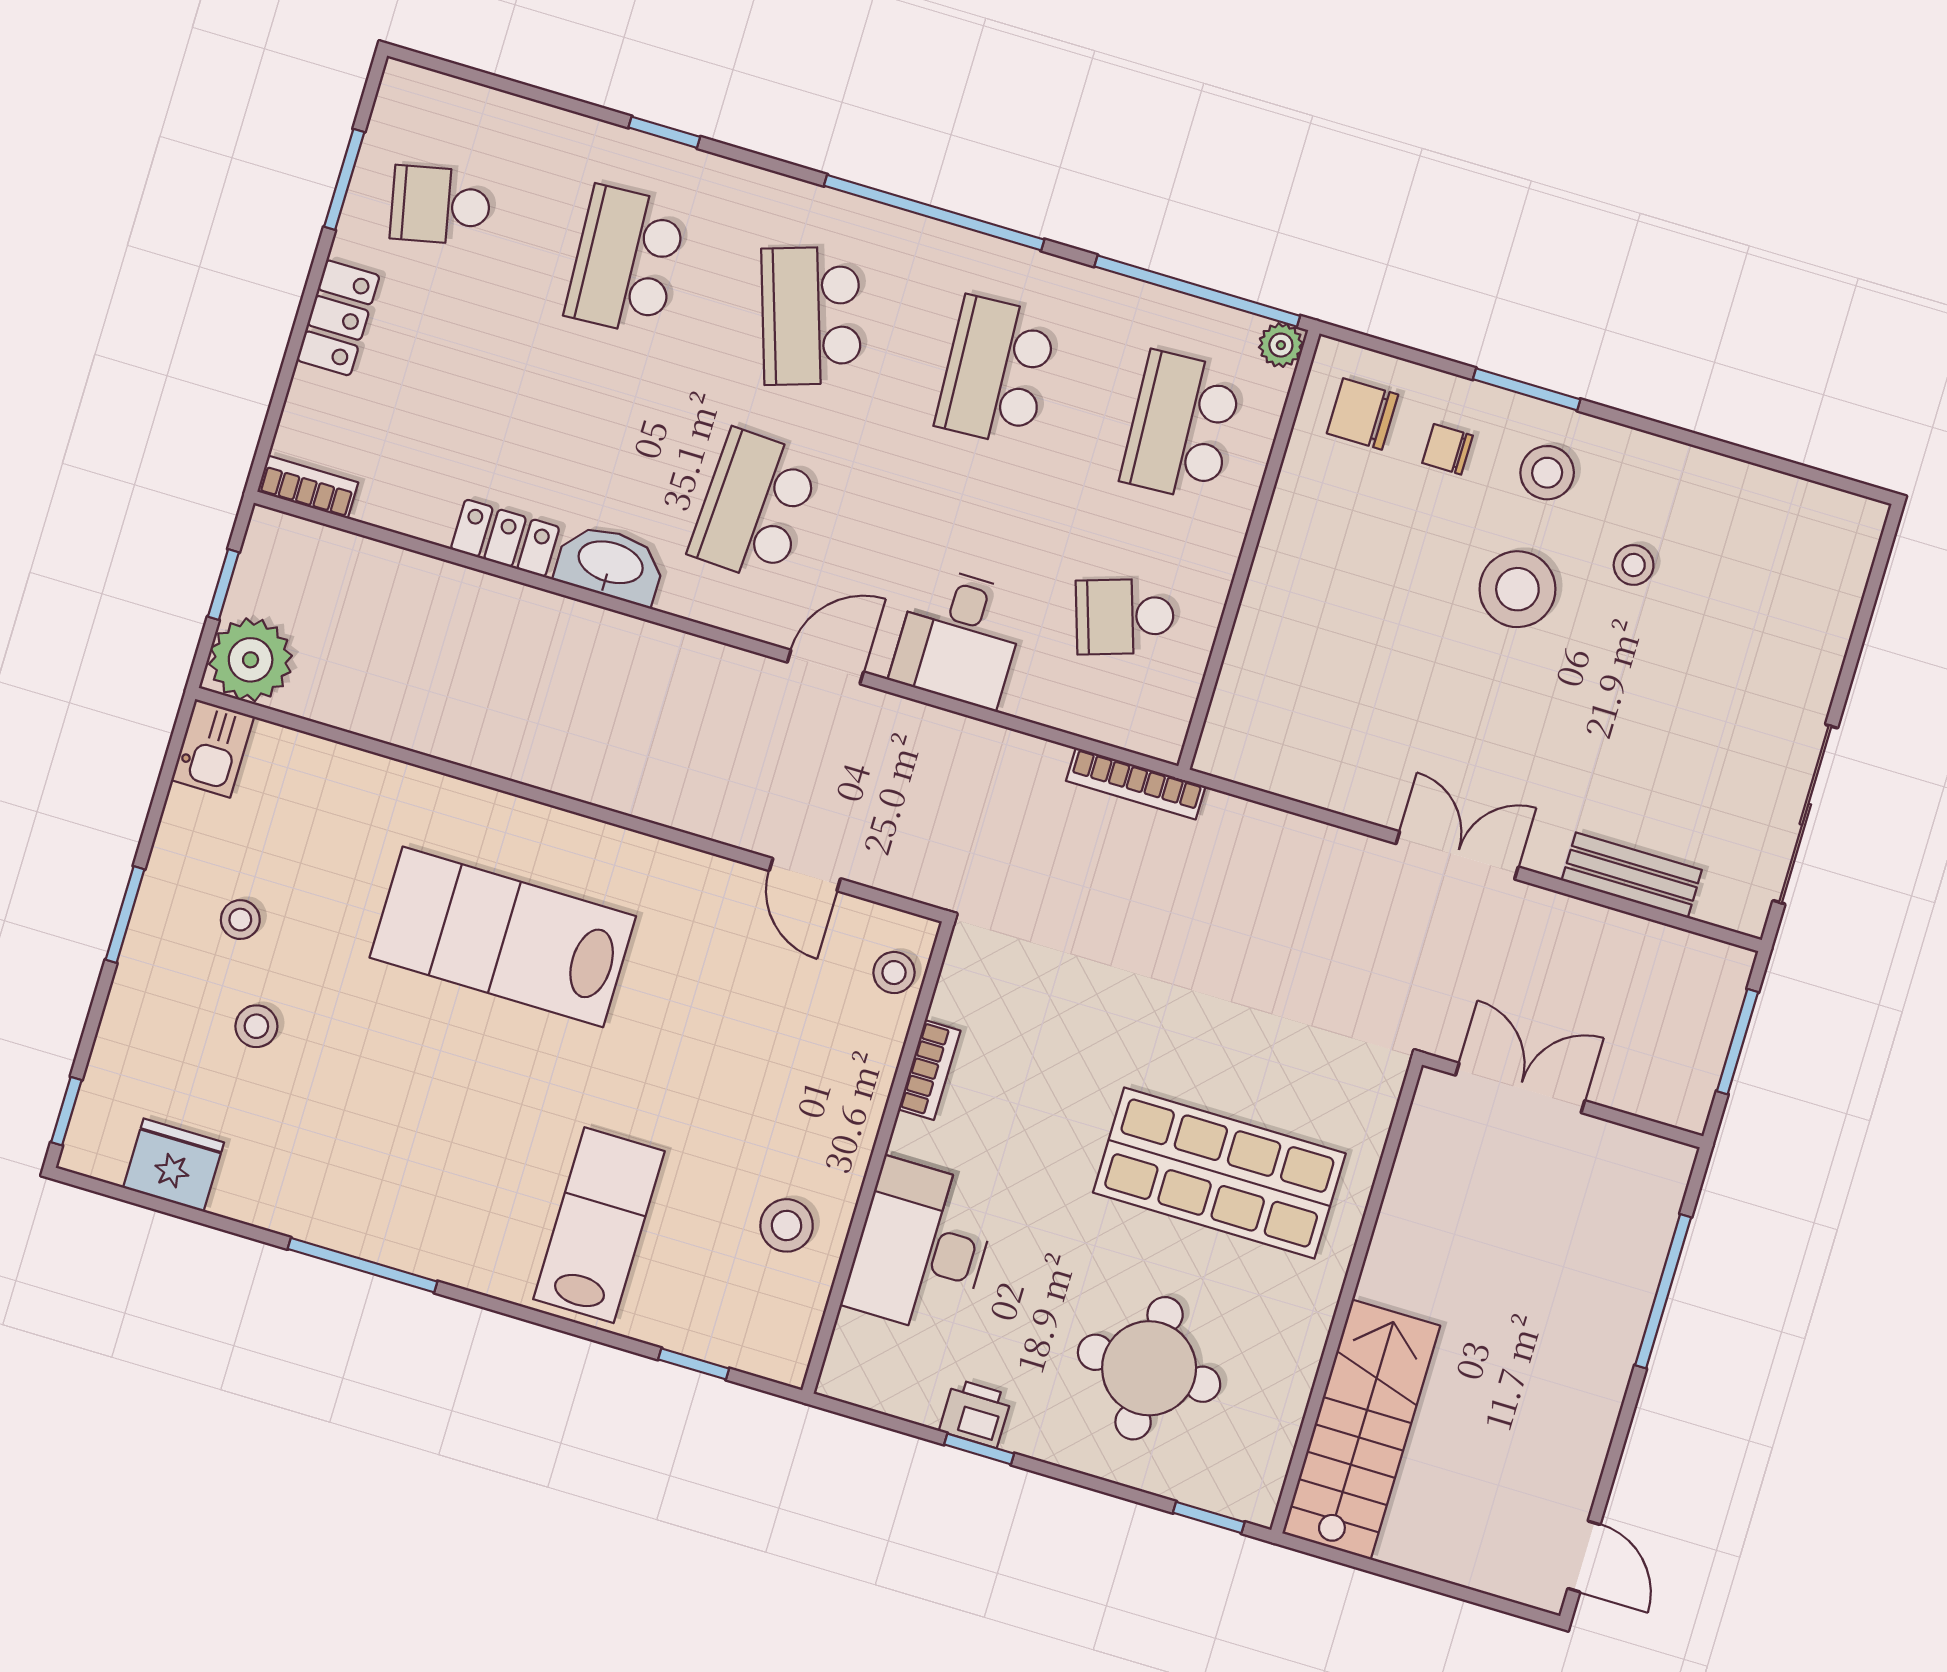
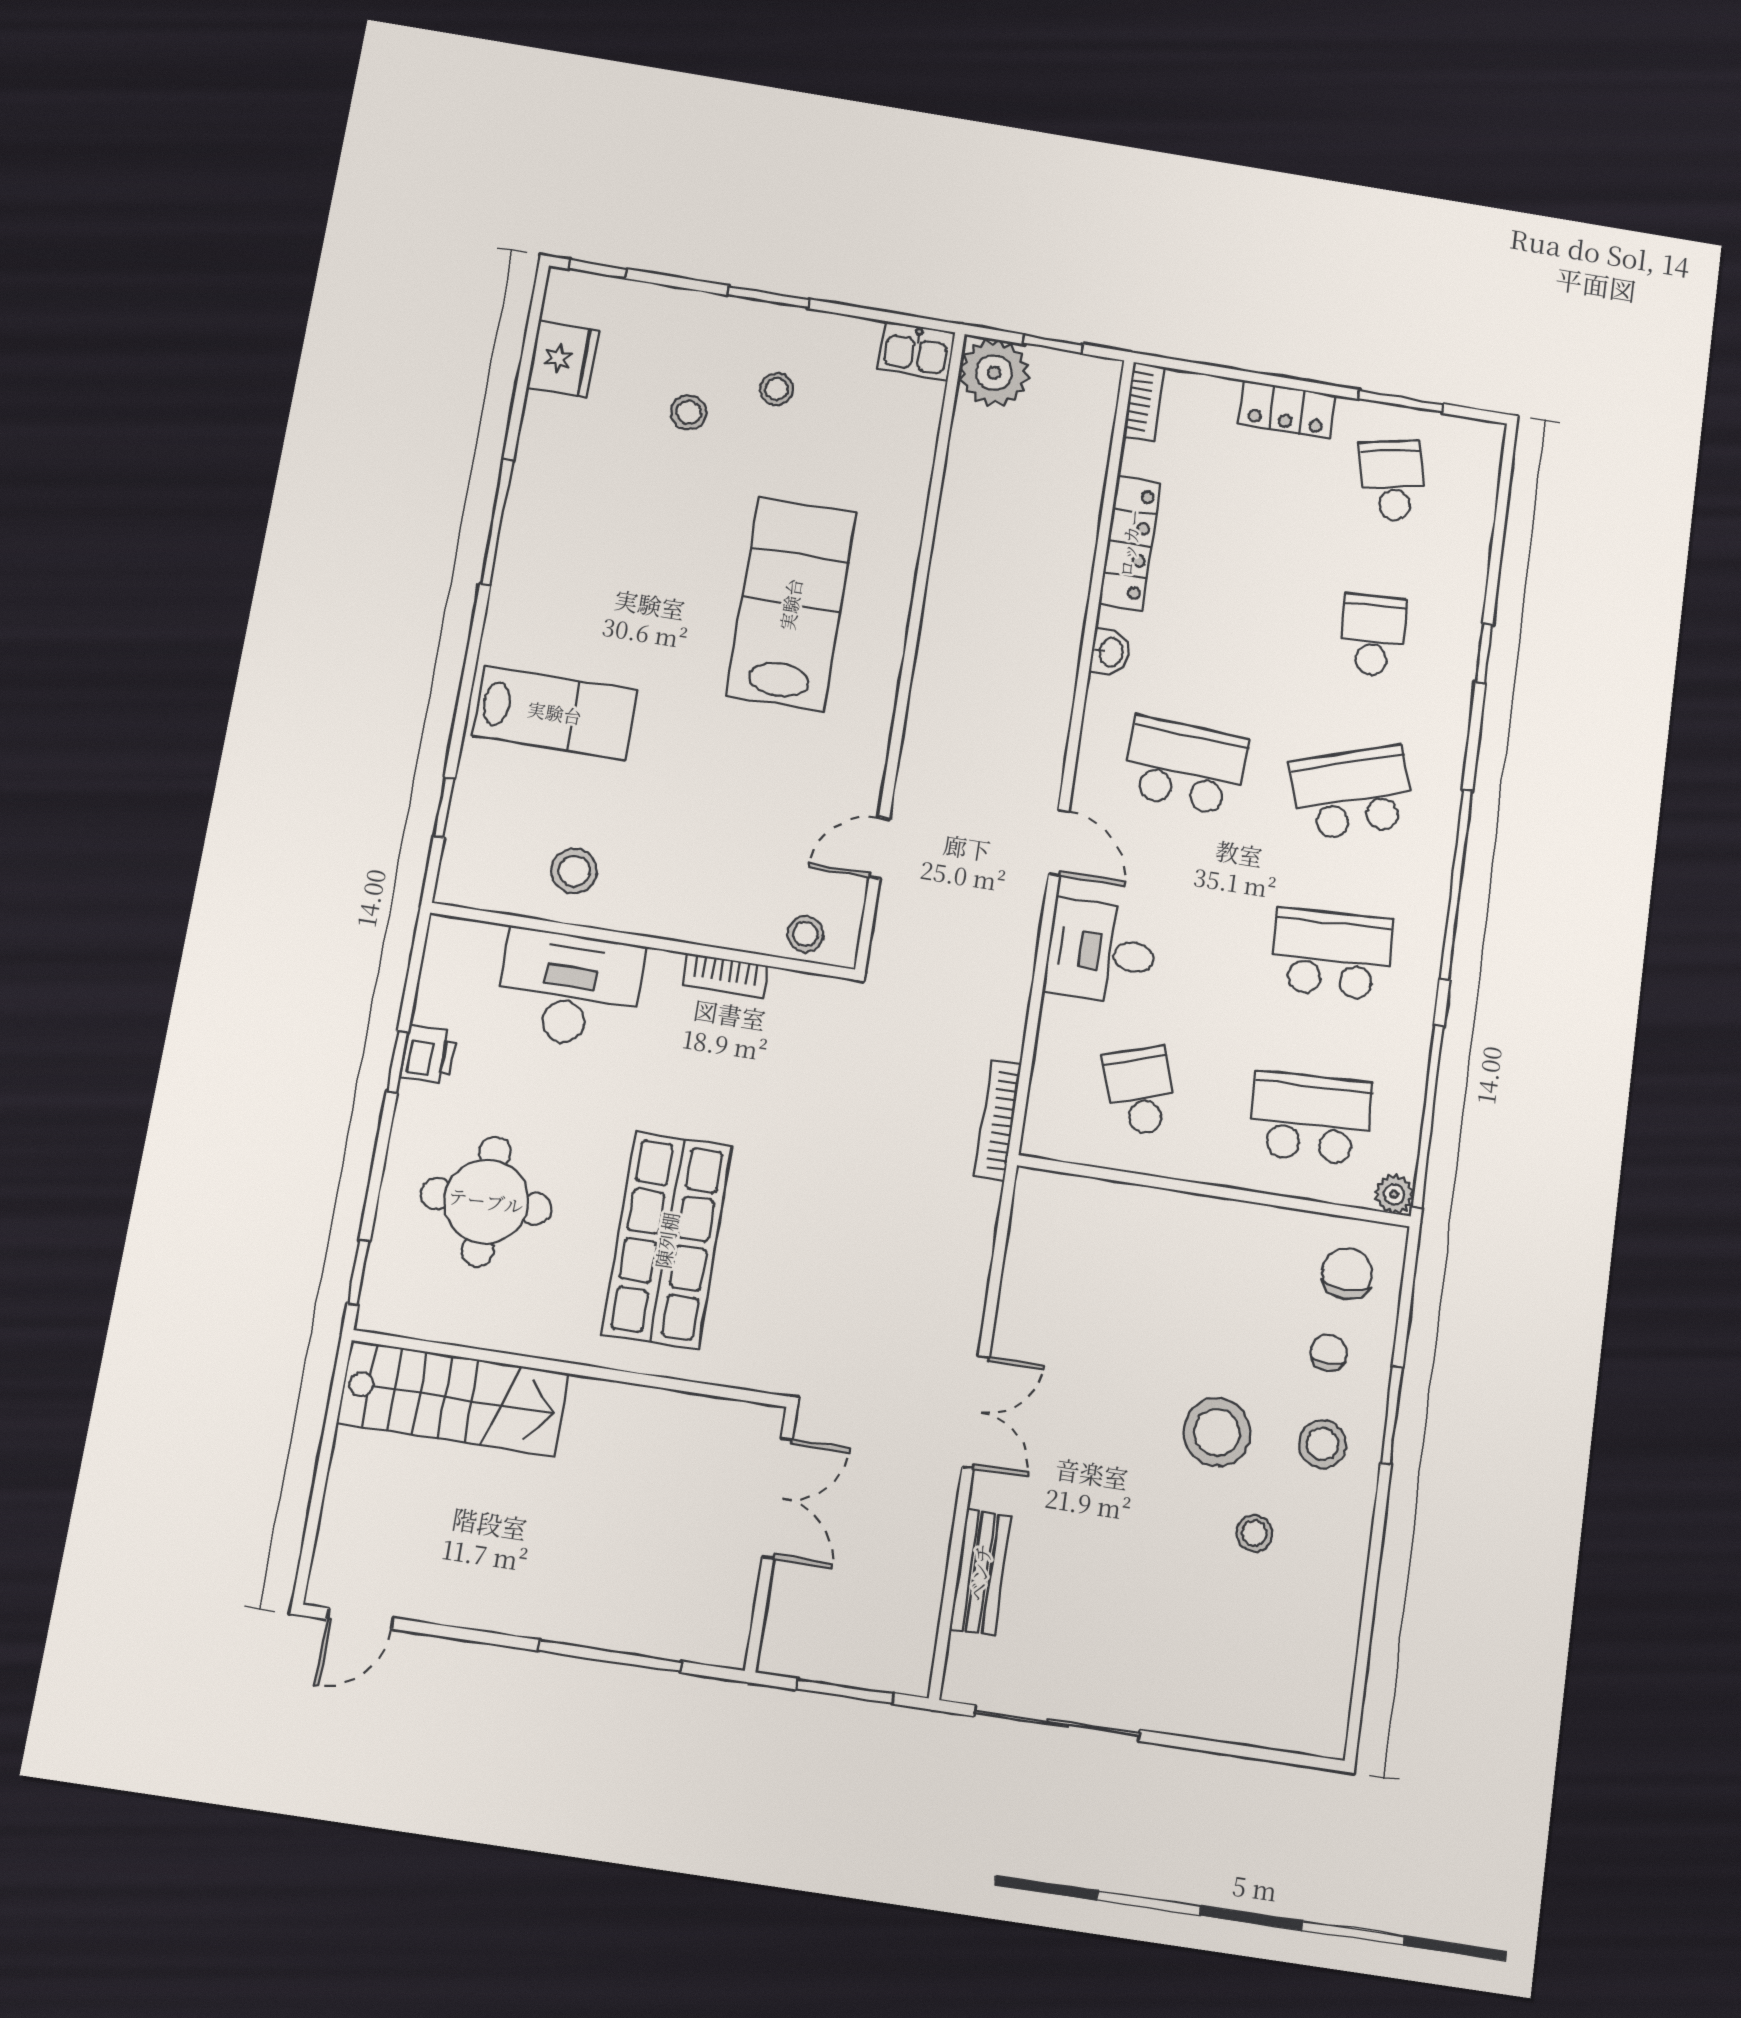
school desk: (626, 261) -> (1373, 635), width x0.54
locker: (505, 538) -> (1130, 543), width x1.53
washbasin: (610, 564) -> (1110, 652), width x0.52, depth x0.69

